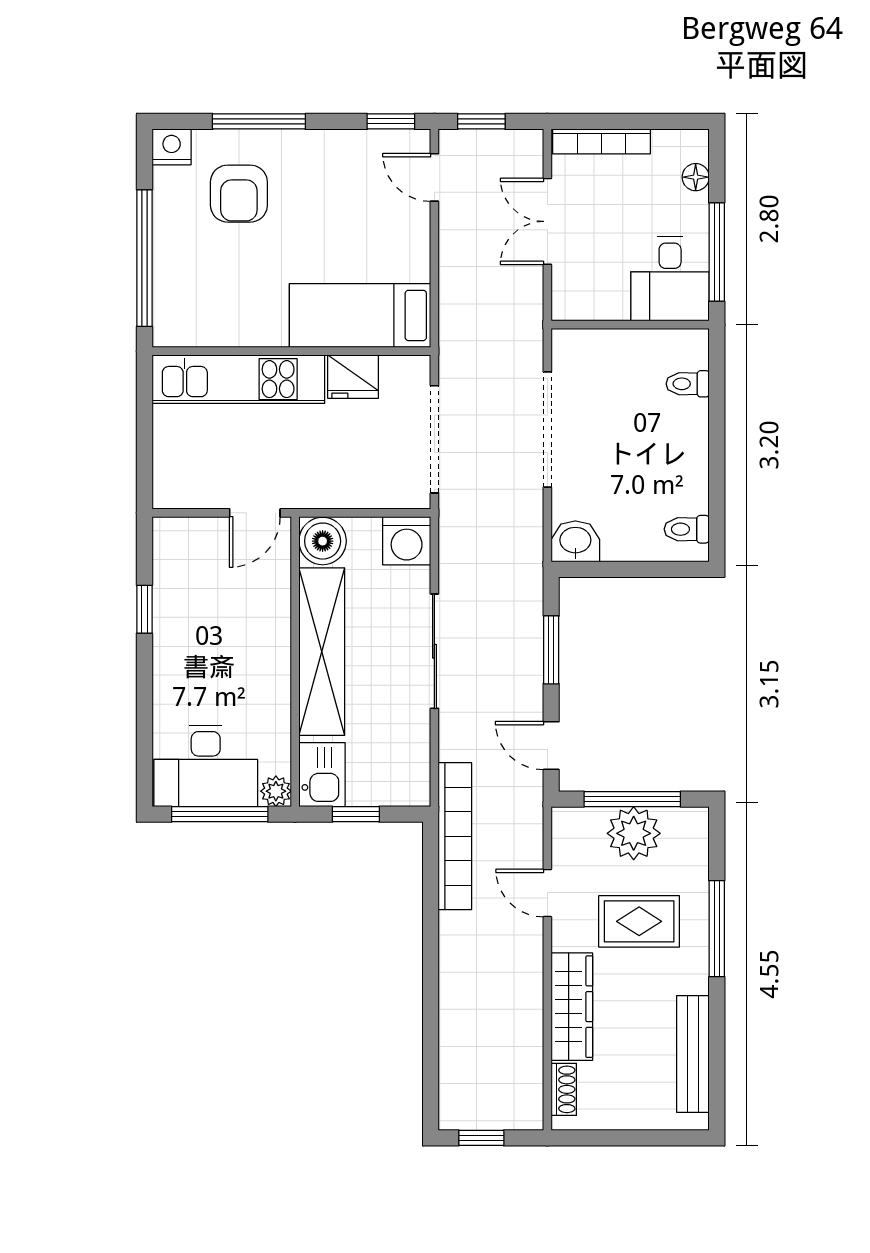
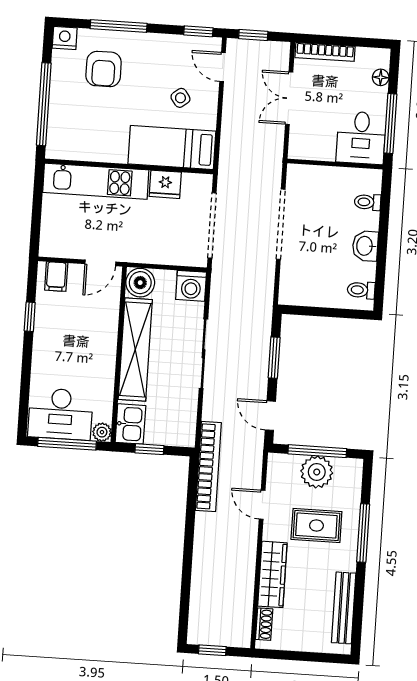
side table: (369, 233) -> (180, 98), added
filing cabinet: (184, 540) -> (56, 277), added
washbasin: (575, 541) -> (365, 246), moved, turned -90

